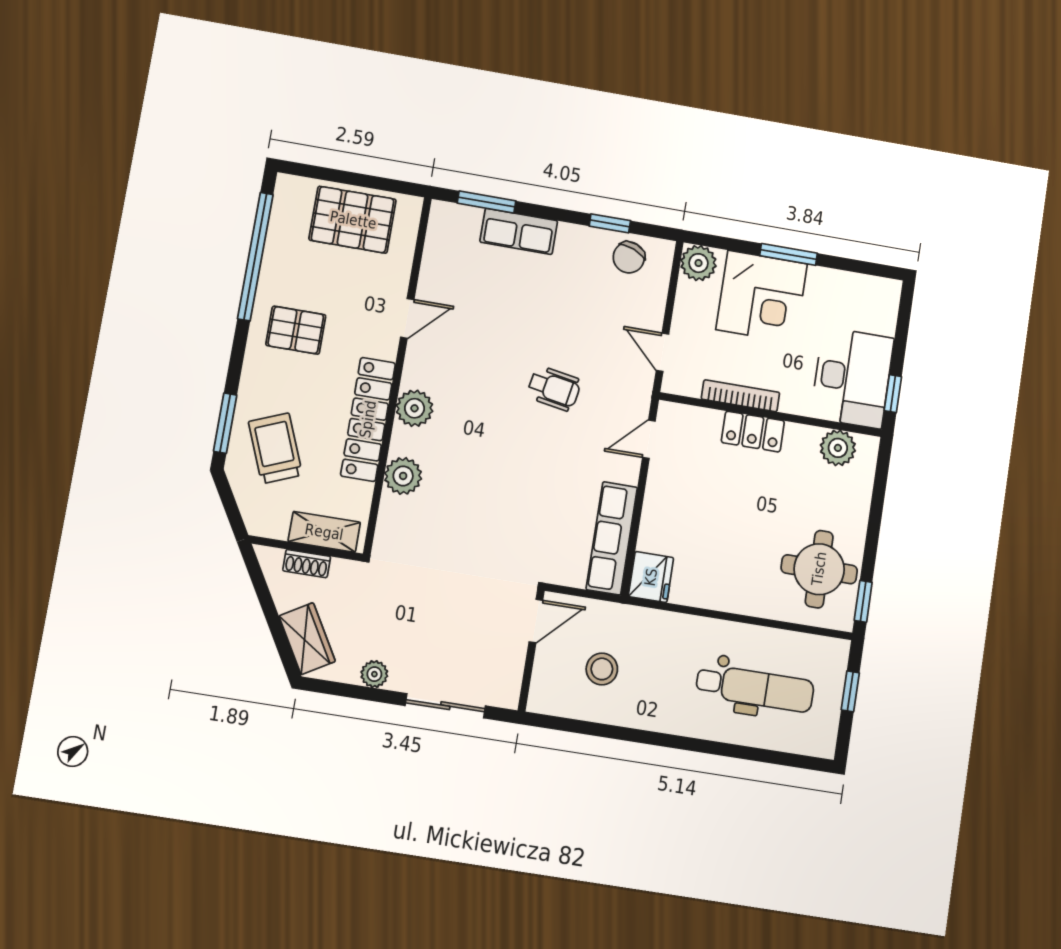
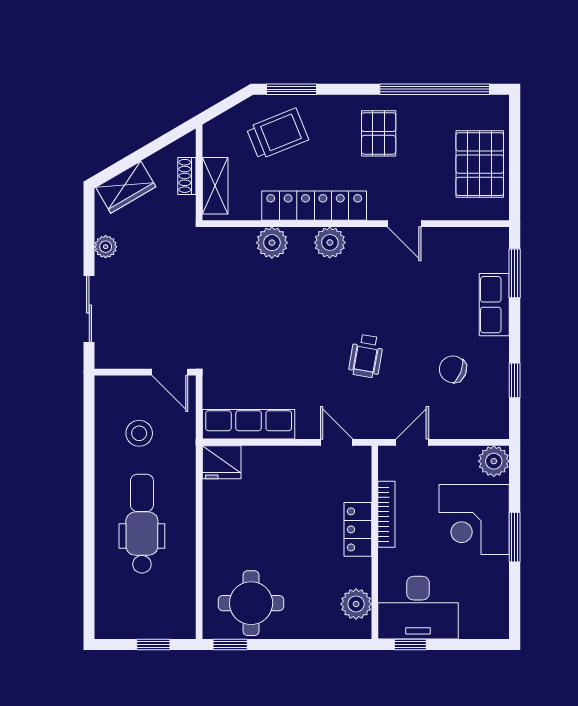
chair: (629, 257) -> (453, 369), moved
dental chair: (755, 688) -> (142, 524), moved, turned 180

